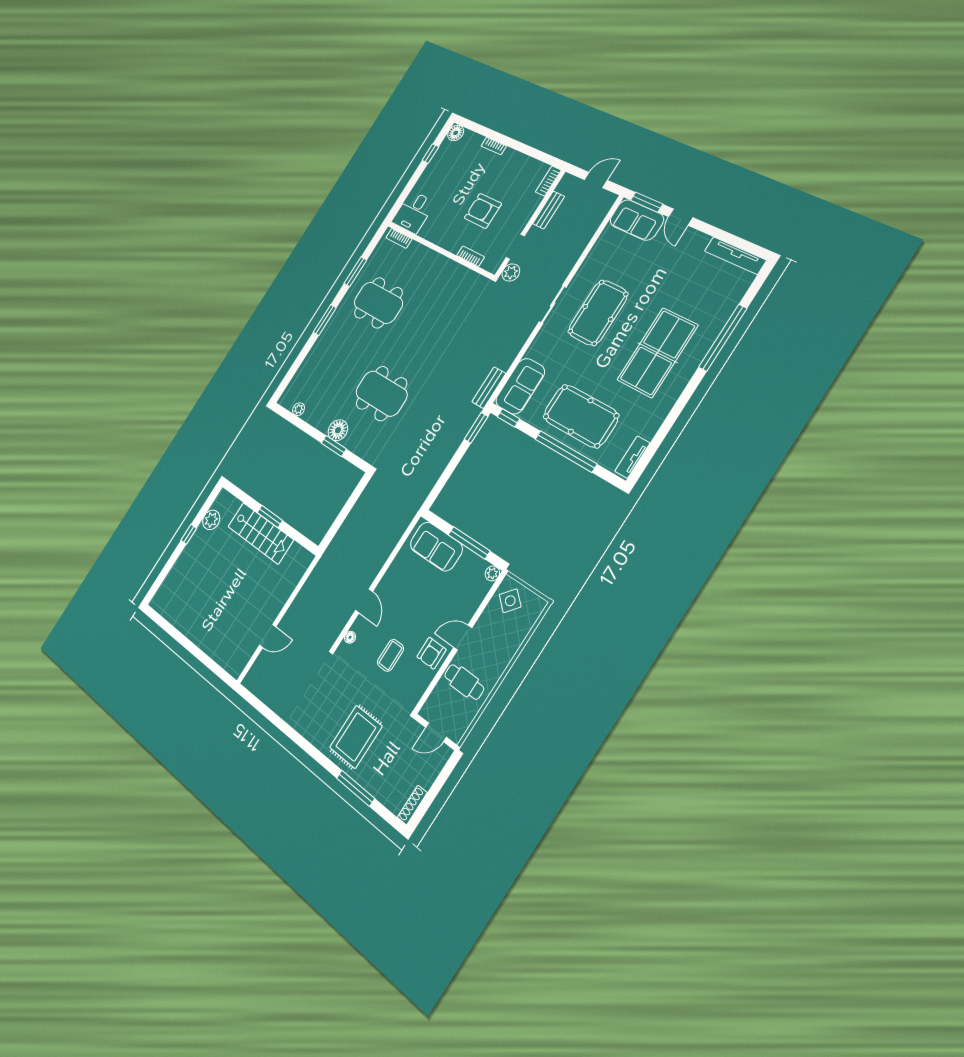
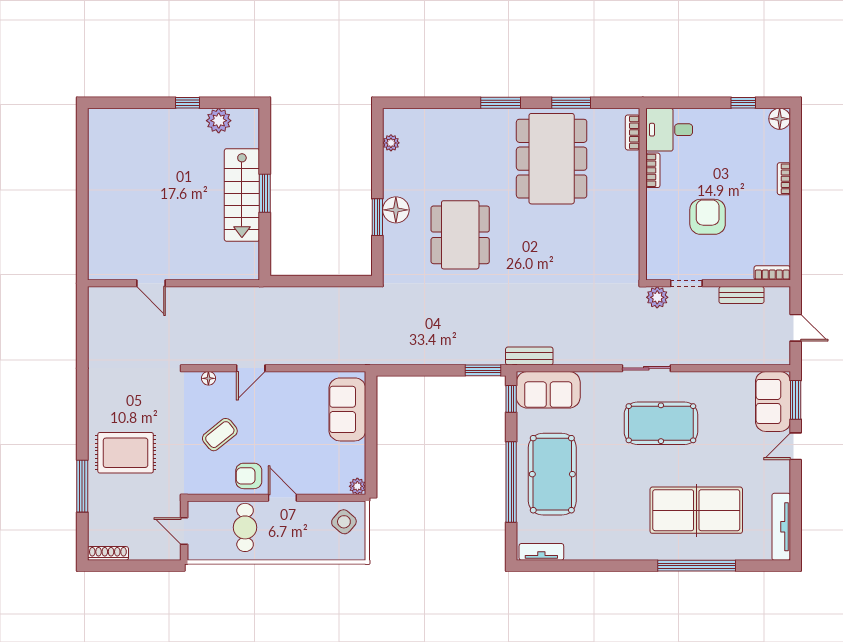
bookcase: (471, 256) -> (653, 170), moved
dining table: (378, 303) -> (552, 159), width x1.36, depth x1.24
table tennis table: (657, 353) -> (696, 510), moved
window: (469, 543) -> (371, 442), removed
coffee table: (390, 655) -> (220, 435), turned -39

